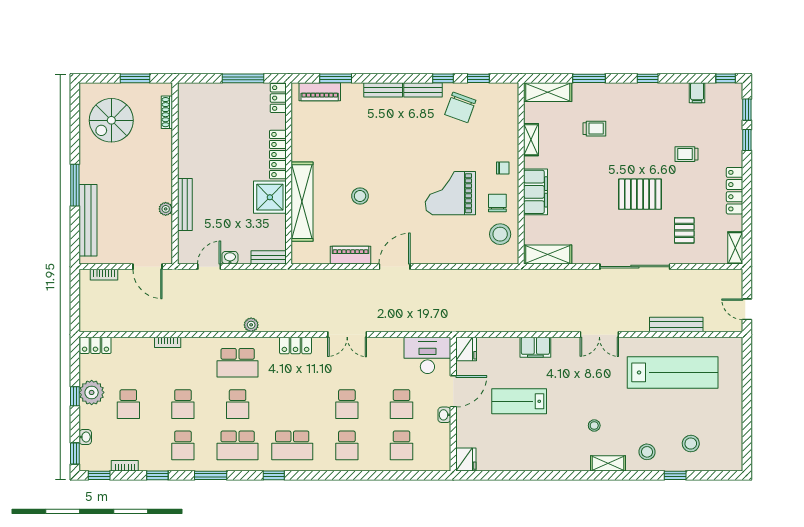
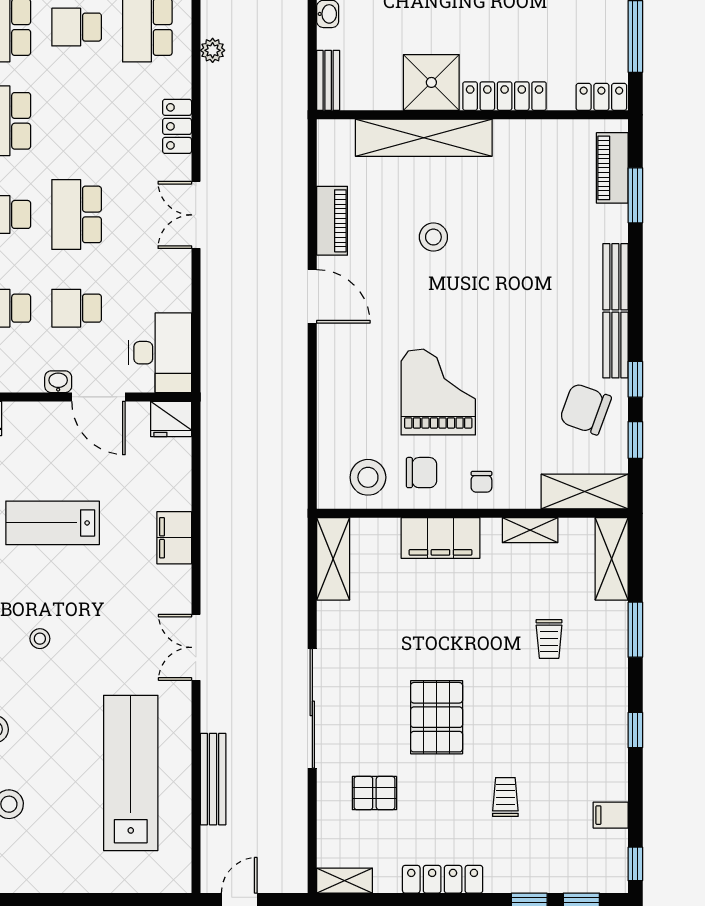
shelving: (508, 108) -> (585, 492), added
lab bench: (673, 372) -> (131, 773), turned 180
lab bench: (519, 401) -> (53, 523), moved, turned -90
school desk: (347, 404) -> (77, 214), width x1.85

